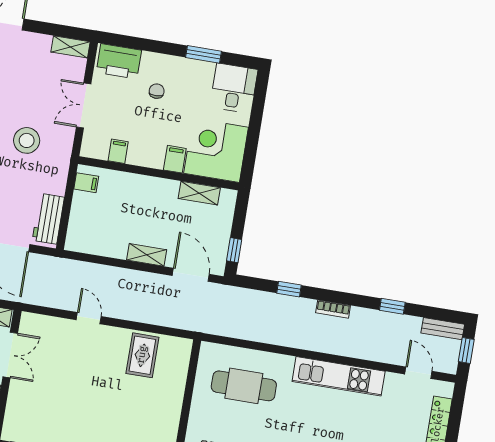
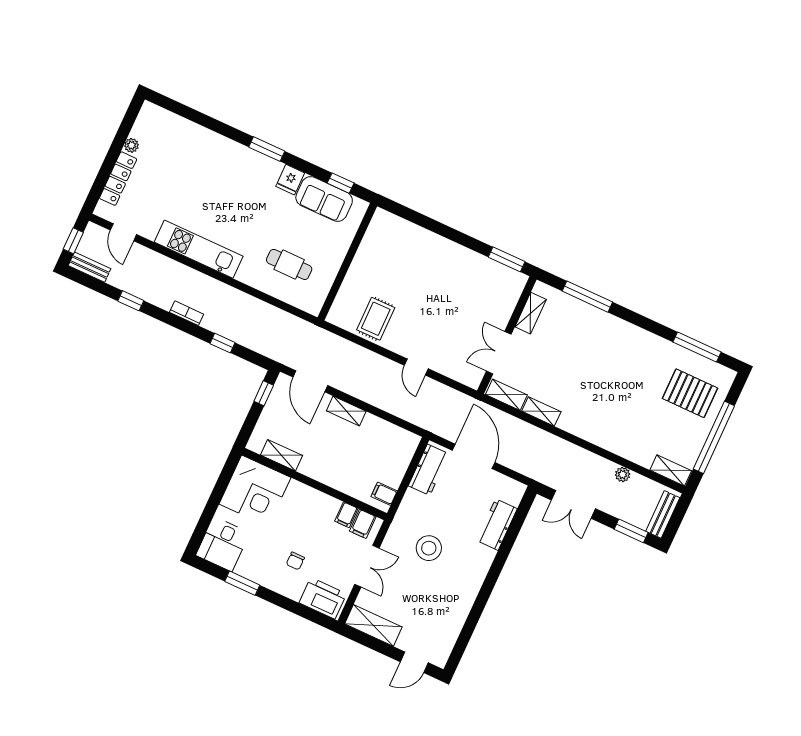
shelving: (71, 47) -> (373, 625), width x1.50, depth x1.33
filing cabinet: (175, 159) -> (363, 524), moved
cafe table: (244, 386) -> (289, 264), width x0.73, depth x0.74

